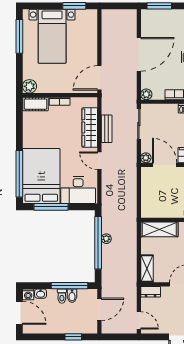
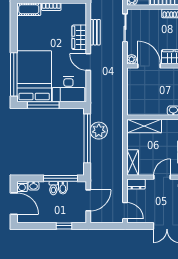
wardrobe: (90, 128) -> (79, 37), width x0.67
plant: (106, 239) -> (99, 131), width x1.88, depth x1.88

